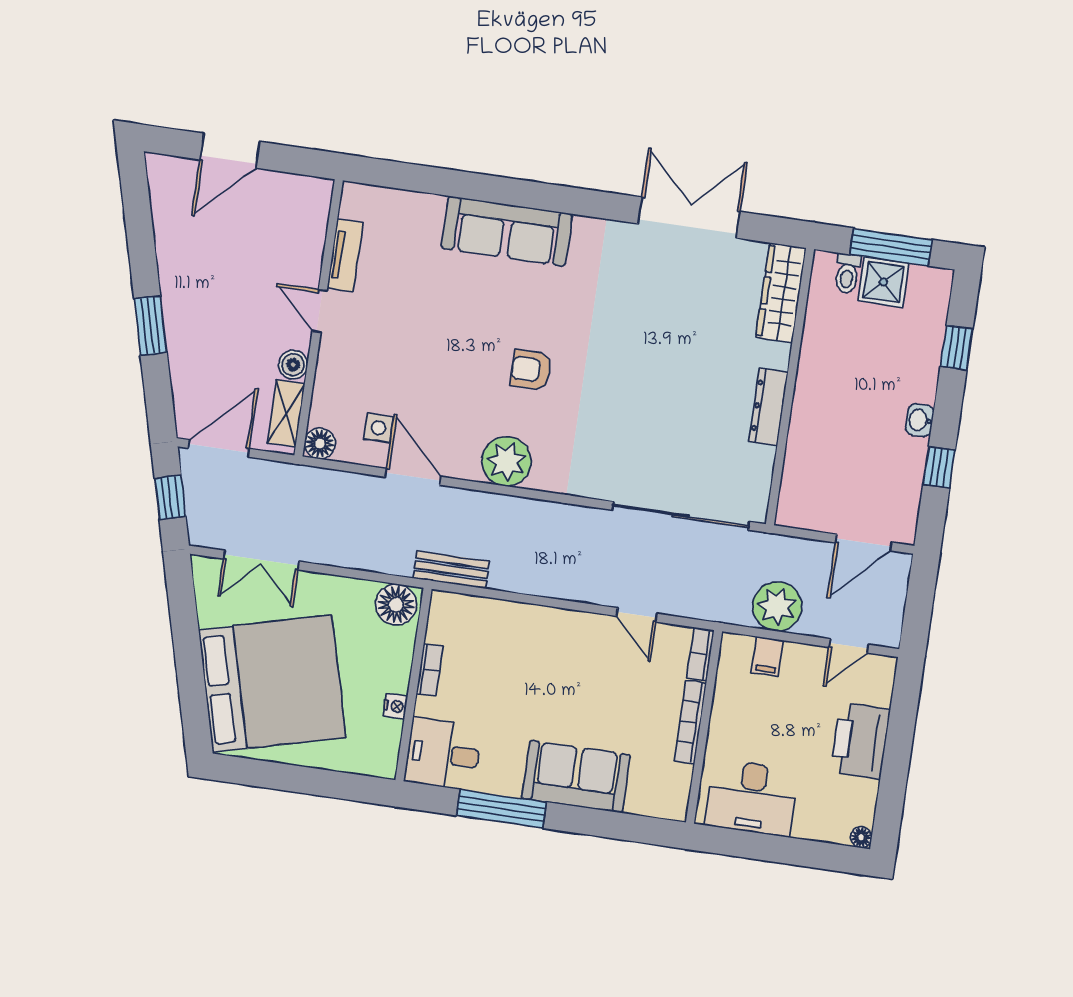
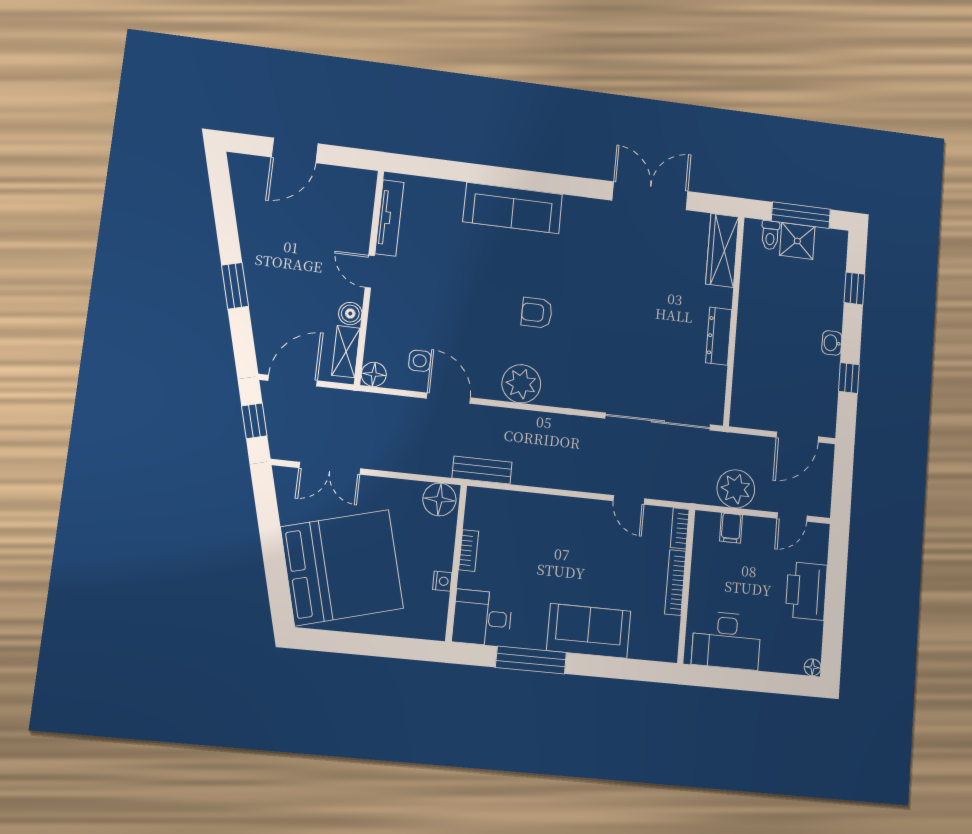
tv unit: (345, 256) -> (389, 218), width x1.41

